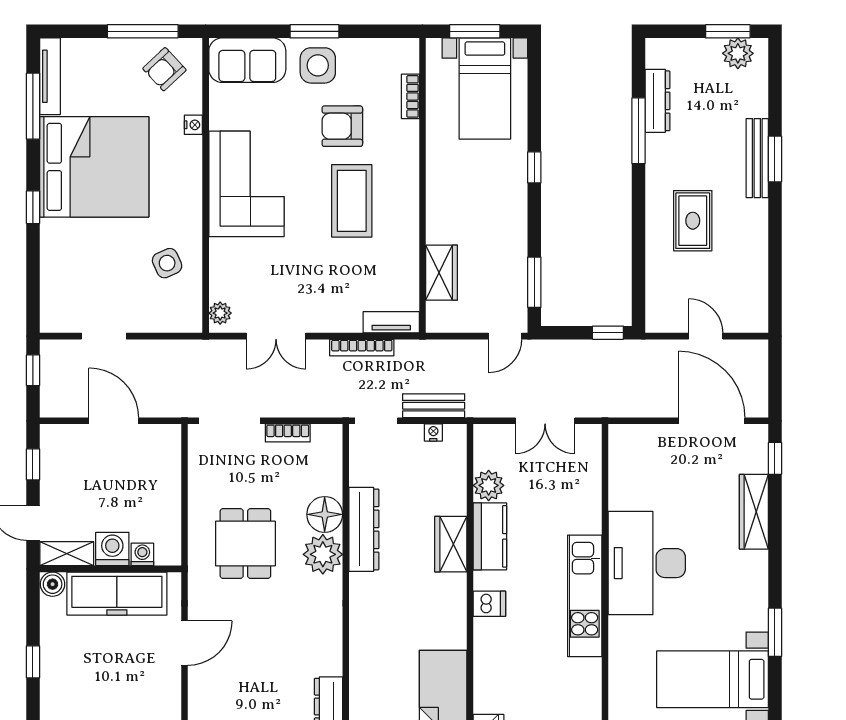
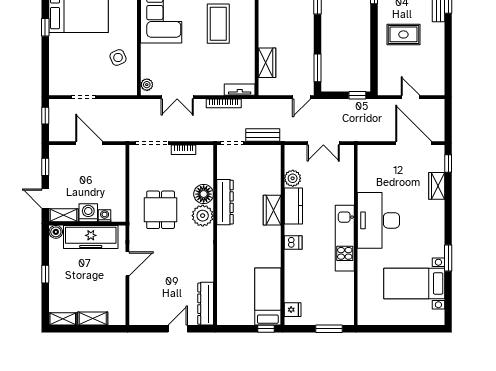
rug: (693, 221) -> (403, 34), turned 90
nightstand: (433, 432) -> (263, 149), removed
wardrobe: (754, 512) -> (437, 186), width x0.67

